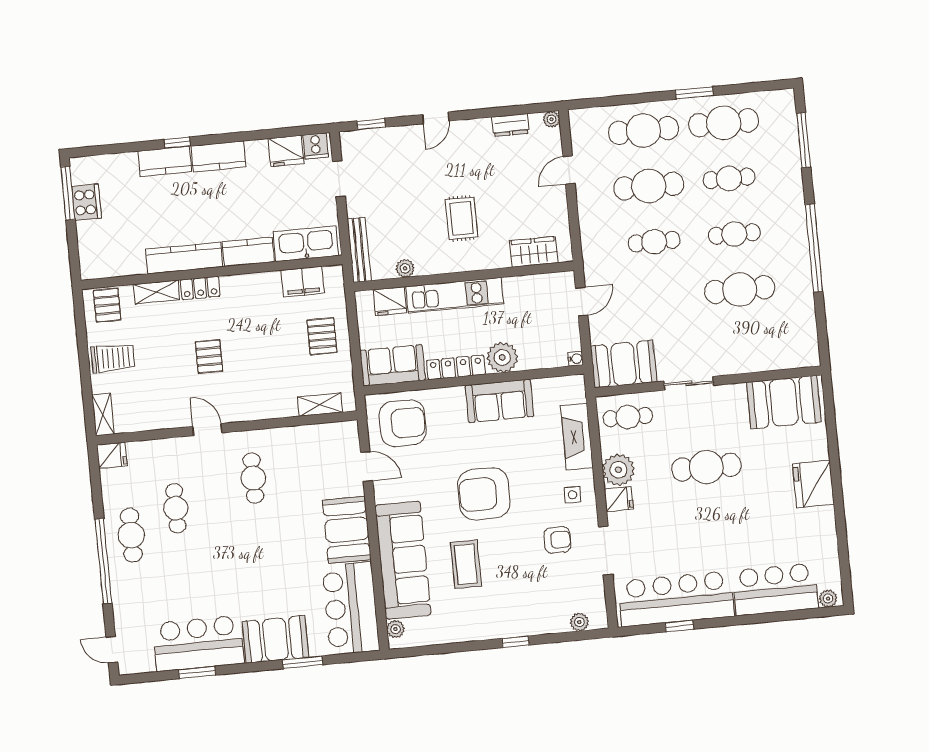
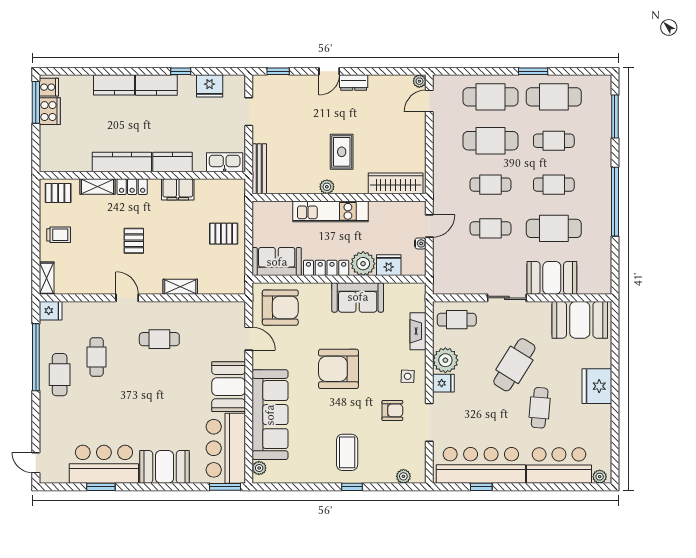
dresser: (510, 125) -> (354, 83), moved
window: (177, 143) -> (181, 71), moved
cooker: (316, 146) -> (49, 87), moved, turned -90
door: (569, 170) -> (429, 101), moved
kitchen sink: (306, 244) -> (225, 162), width x0.73, depth x0.81
wardrobe: (534, 252) -> (396, 183), width x1.50
plant: (405, 268) -> (327, 187), moved
filing cabinet: (303, 282) -> (178, 189), moved
cafe table: (659, 297) -> (490, 228), added
fridge: (390, 301) -> (389, 265), moved, turned 180
pallet: (107, 305) -> (58, 193), turned 90
pallet: (322, 336) -> (224, 234), turned 90
trolley: (113, 358) -> (59, 235), width x0.73, depth x0.72
water cooler: (576, 359) -> (420, 243), moved
booth: (624, 364) -> (552, 278), moved
shelving: (320, 405) -> (180, 287), moved
fireplace: (577, 437) -> (418, 331), width x0.73, depth x0.76
cafe table: (706, 467) -> (514, 365), turned -58
cafe table: (253, 478) -> (159, 339), turned 90
cafe table: (744, 519) -> (540, 408), added
window: (103, 561) -> (36, 357), moved
coffee table: (466, 564) -> (347, 452), moved
window: (303, 662) -> (225, 487), moved

